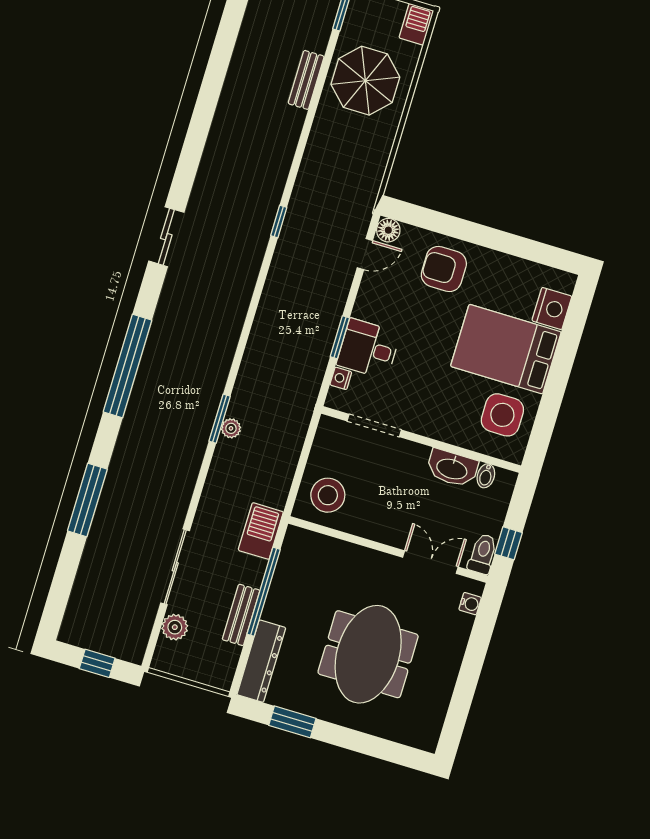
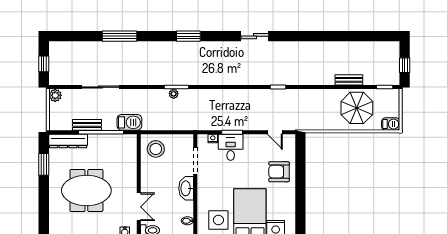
floor lamp: (388, 230) -> (289, 140), removed
armchair: (444, 269) -> (279, 172), turned -90
window: (128, 366) -> (188, 36), width x0.47
washbasin: (452, 468) -> (186, 188), moved
plant: (175, 627) -> (55, 95), moved

